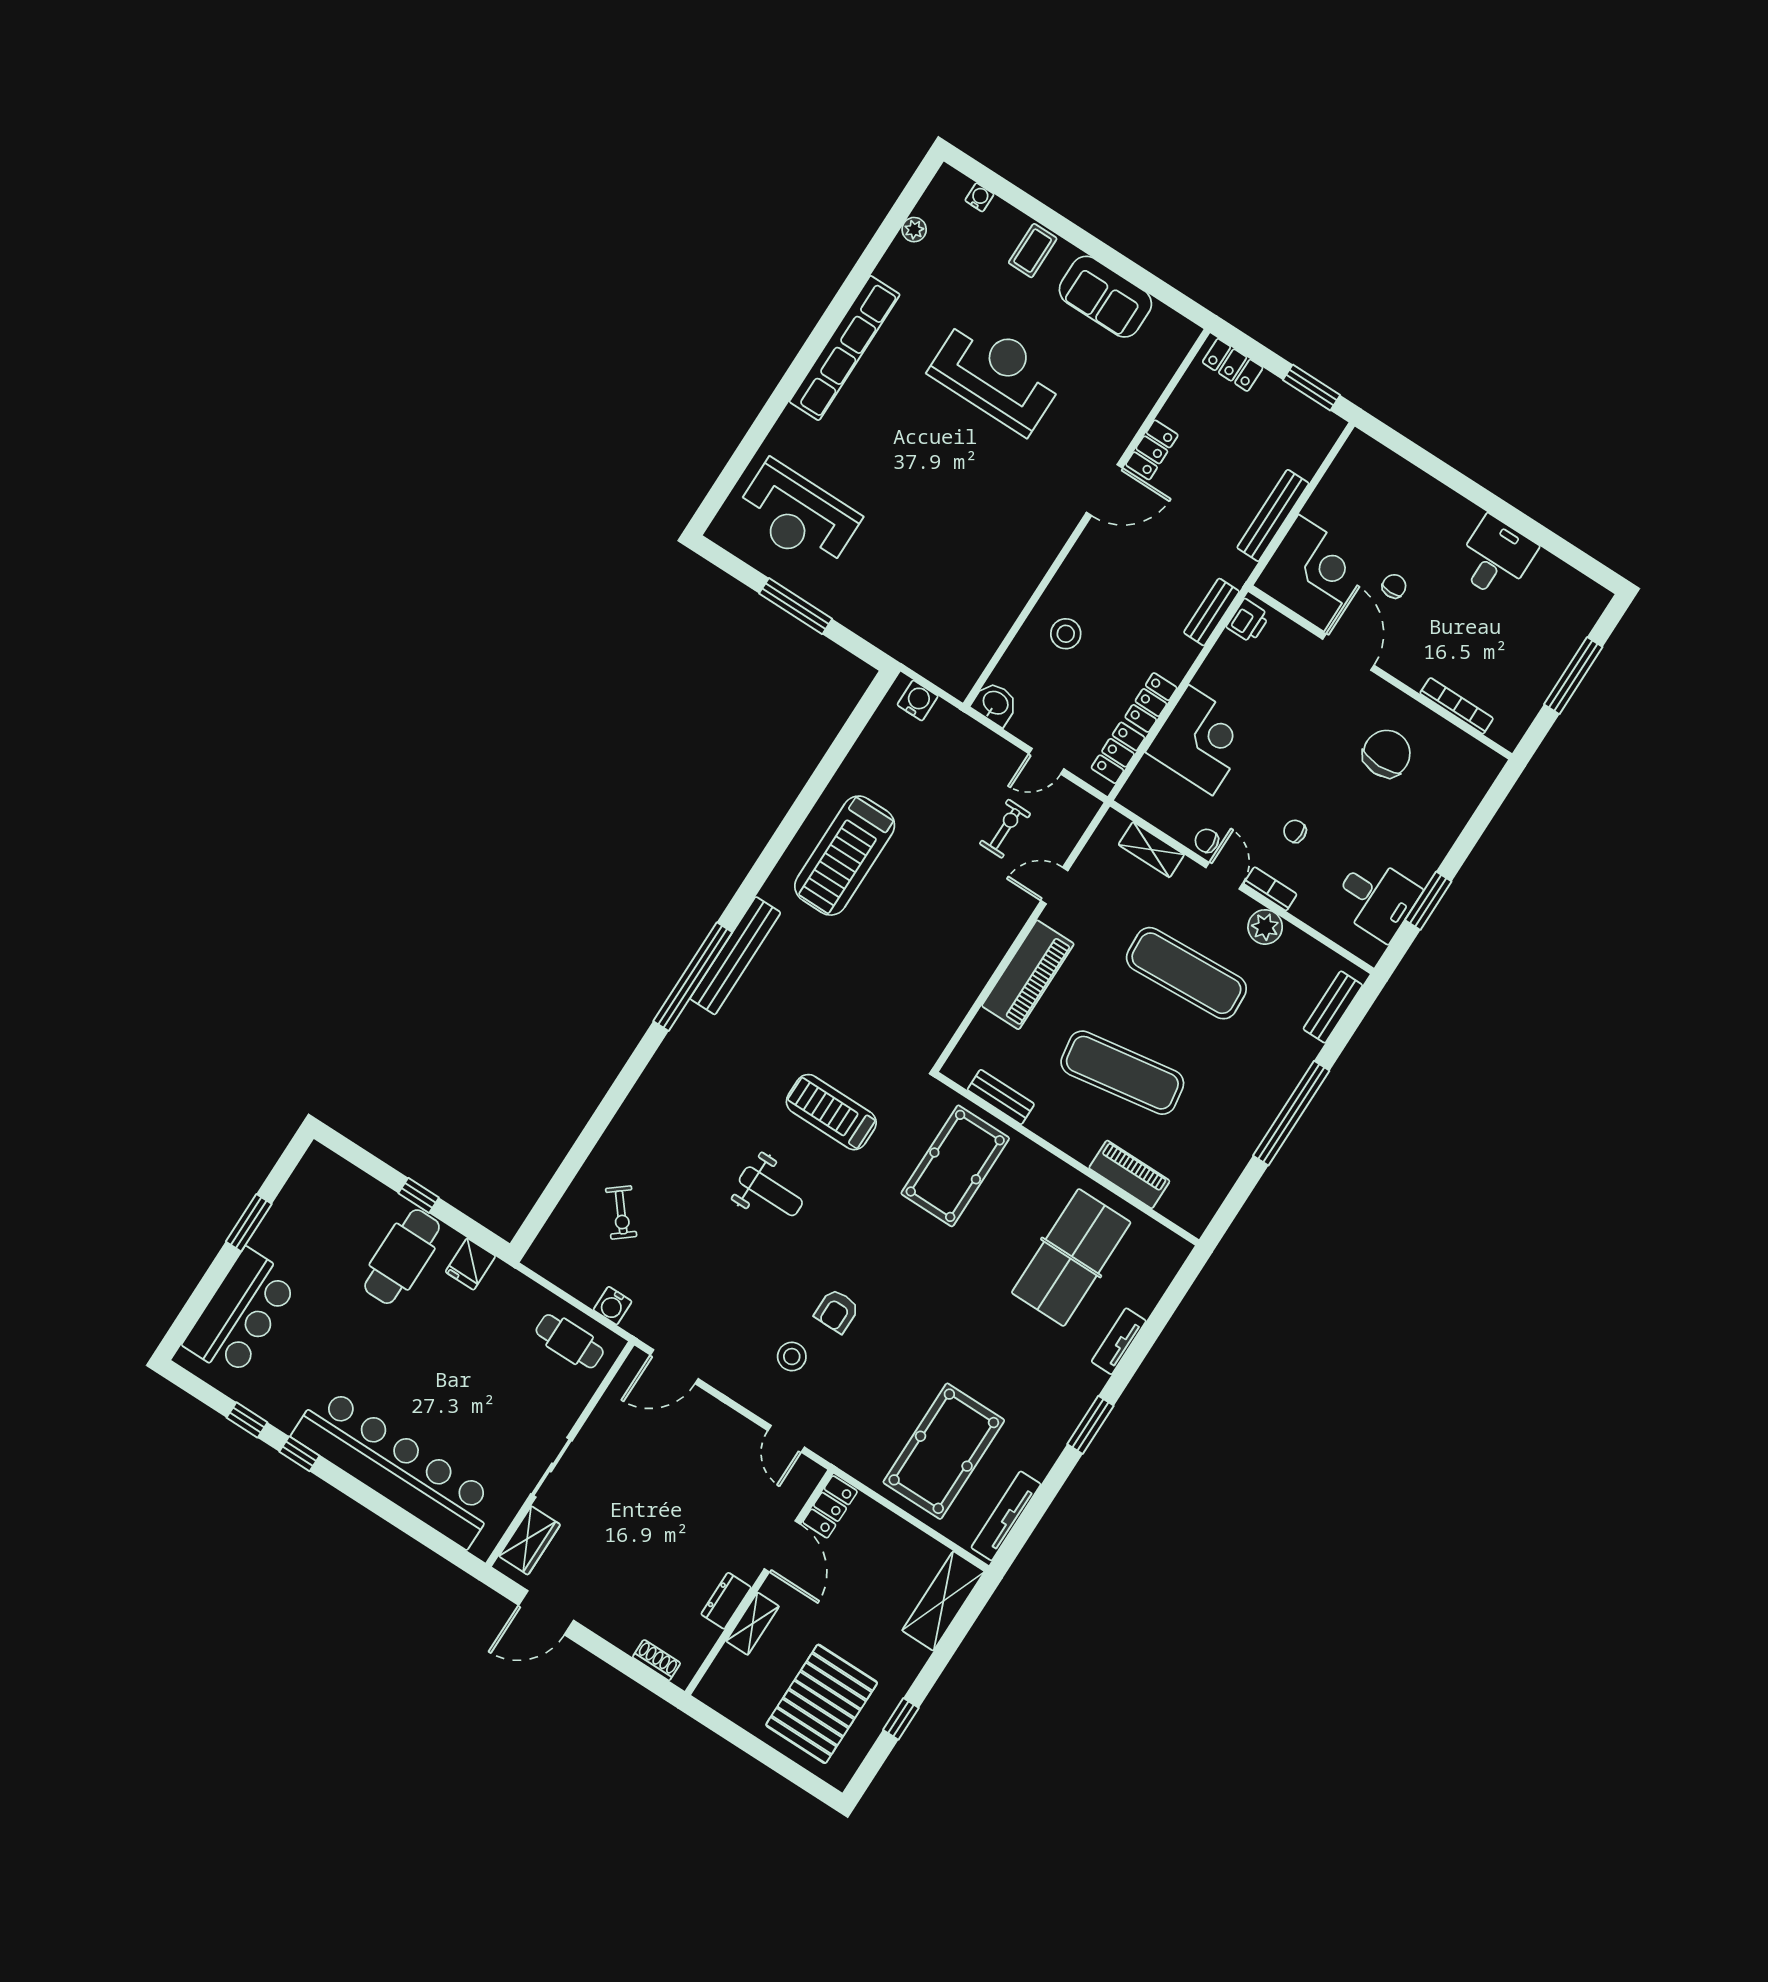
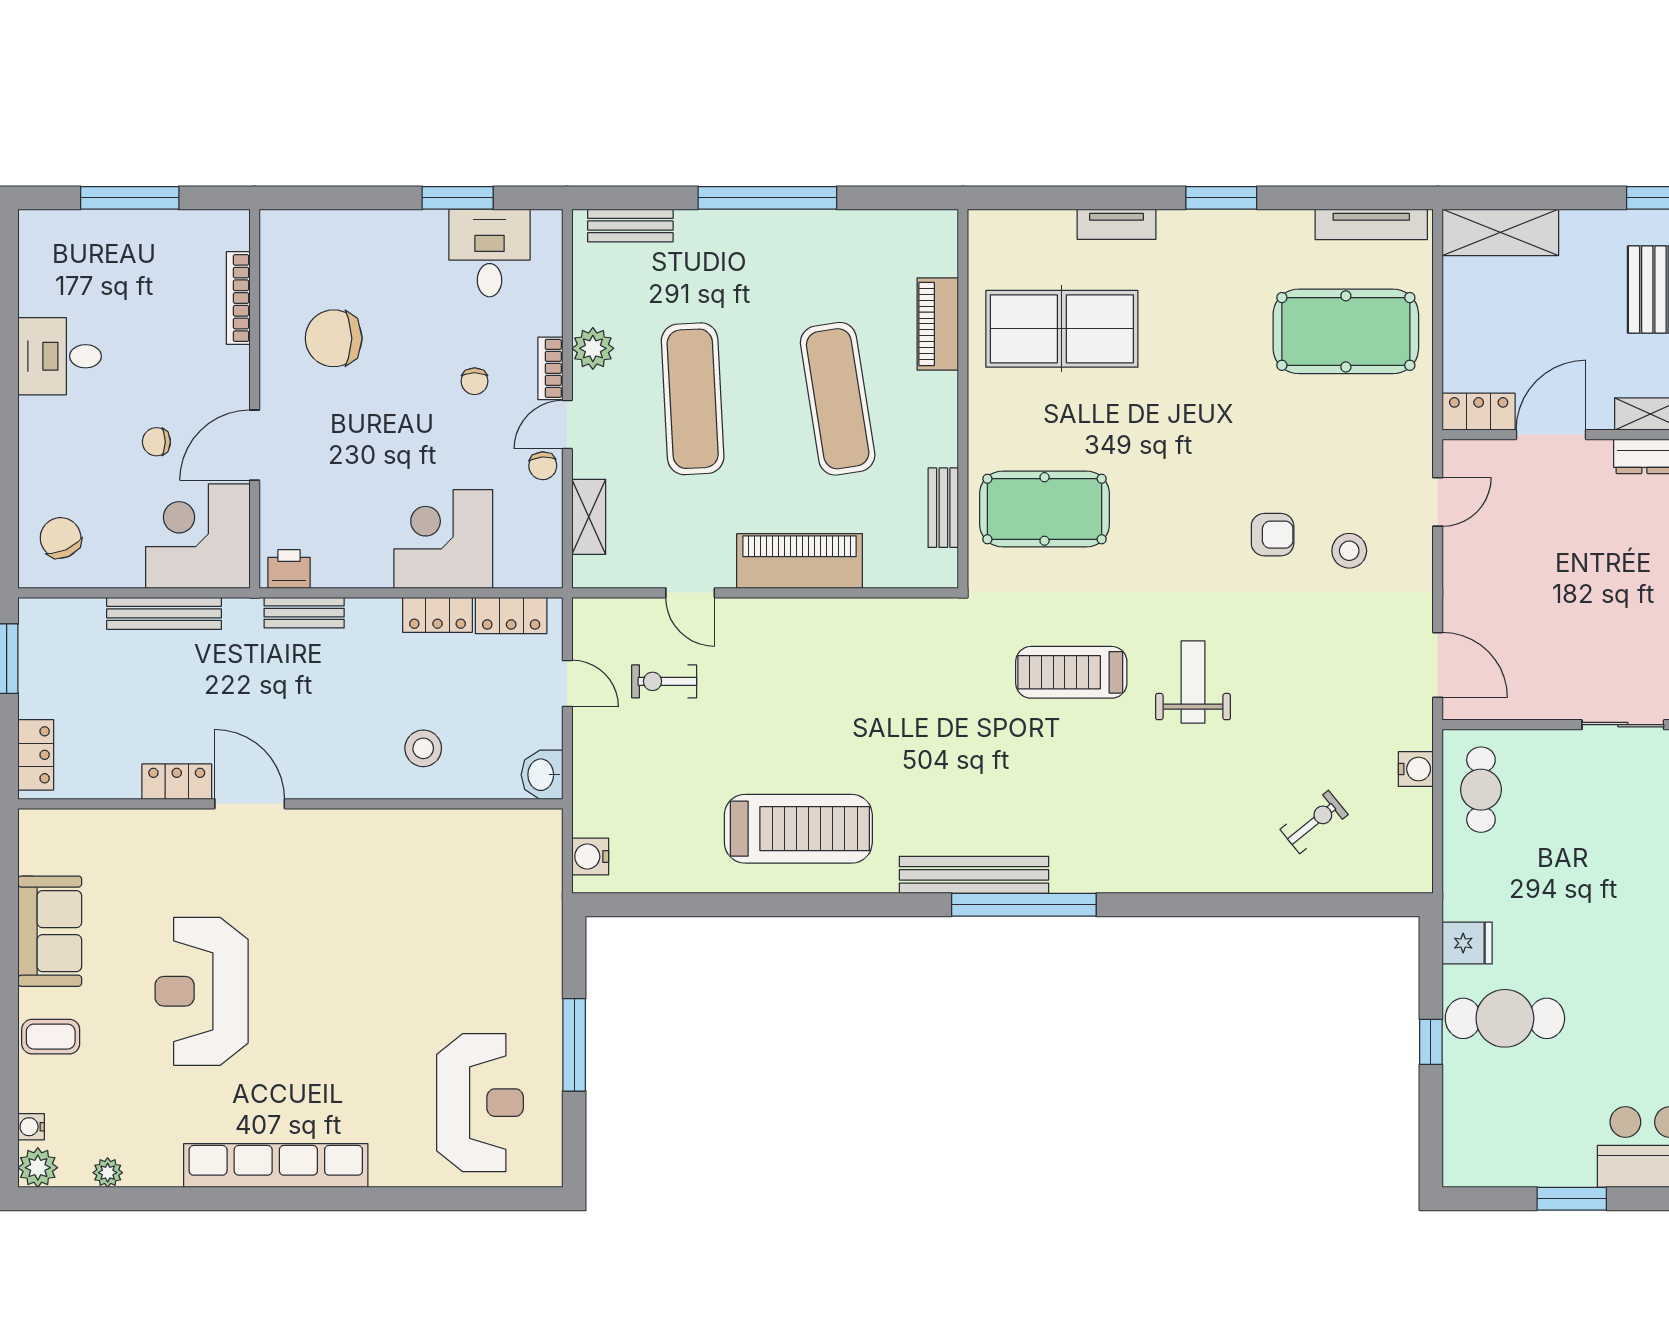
plant: (949, 184) -> (38, 1168), added
chair: (1370, 478) -> (61, 538), added
treadmill: (831, 1112) -> (1071, 672), turned 90

